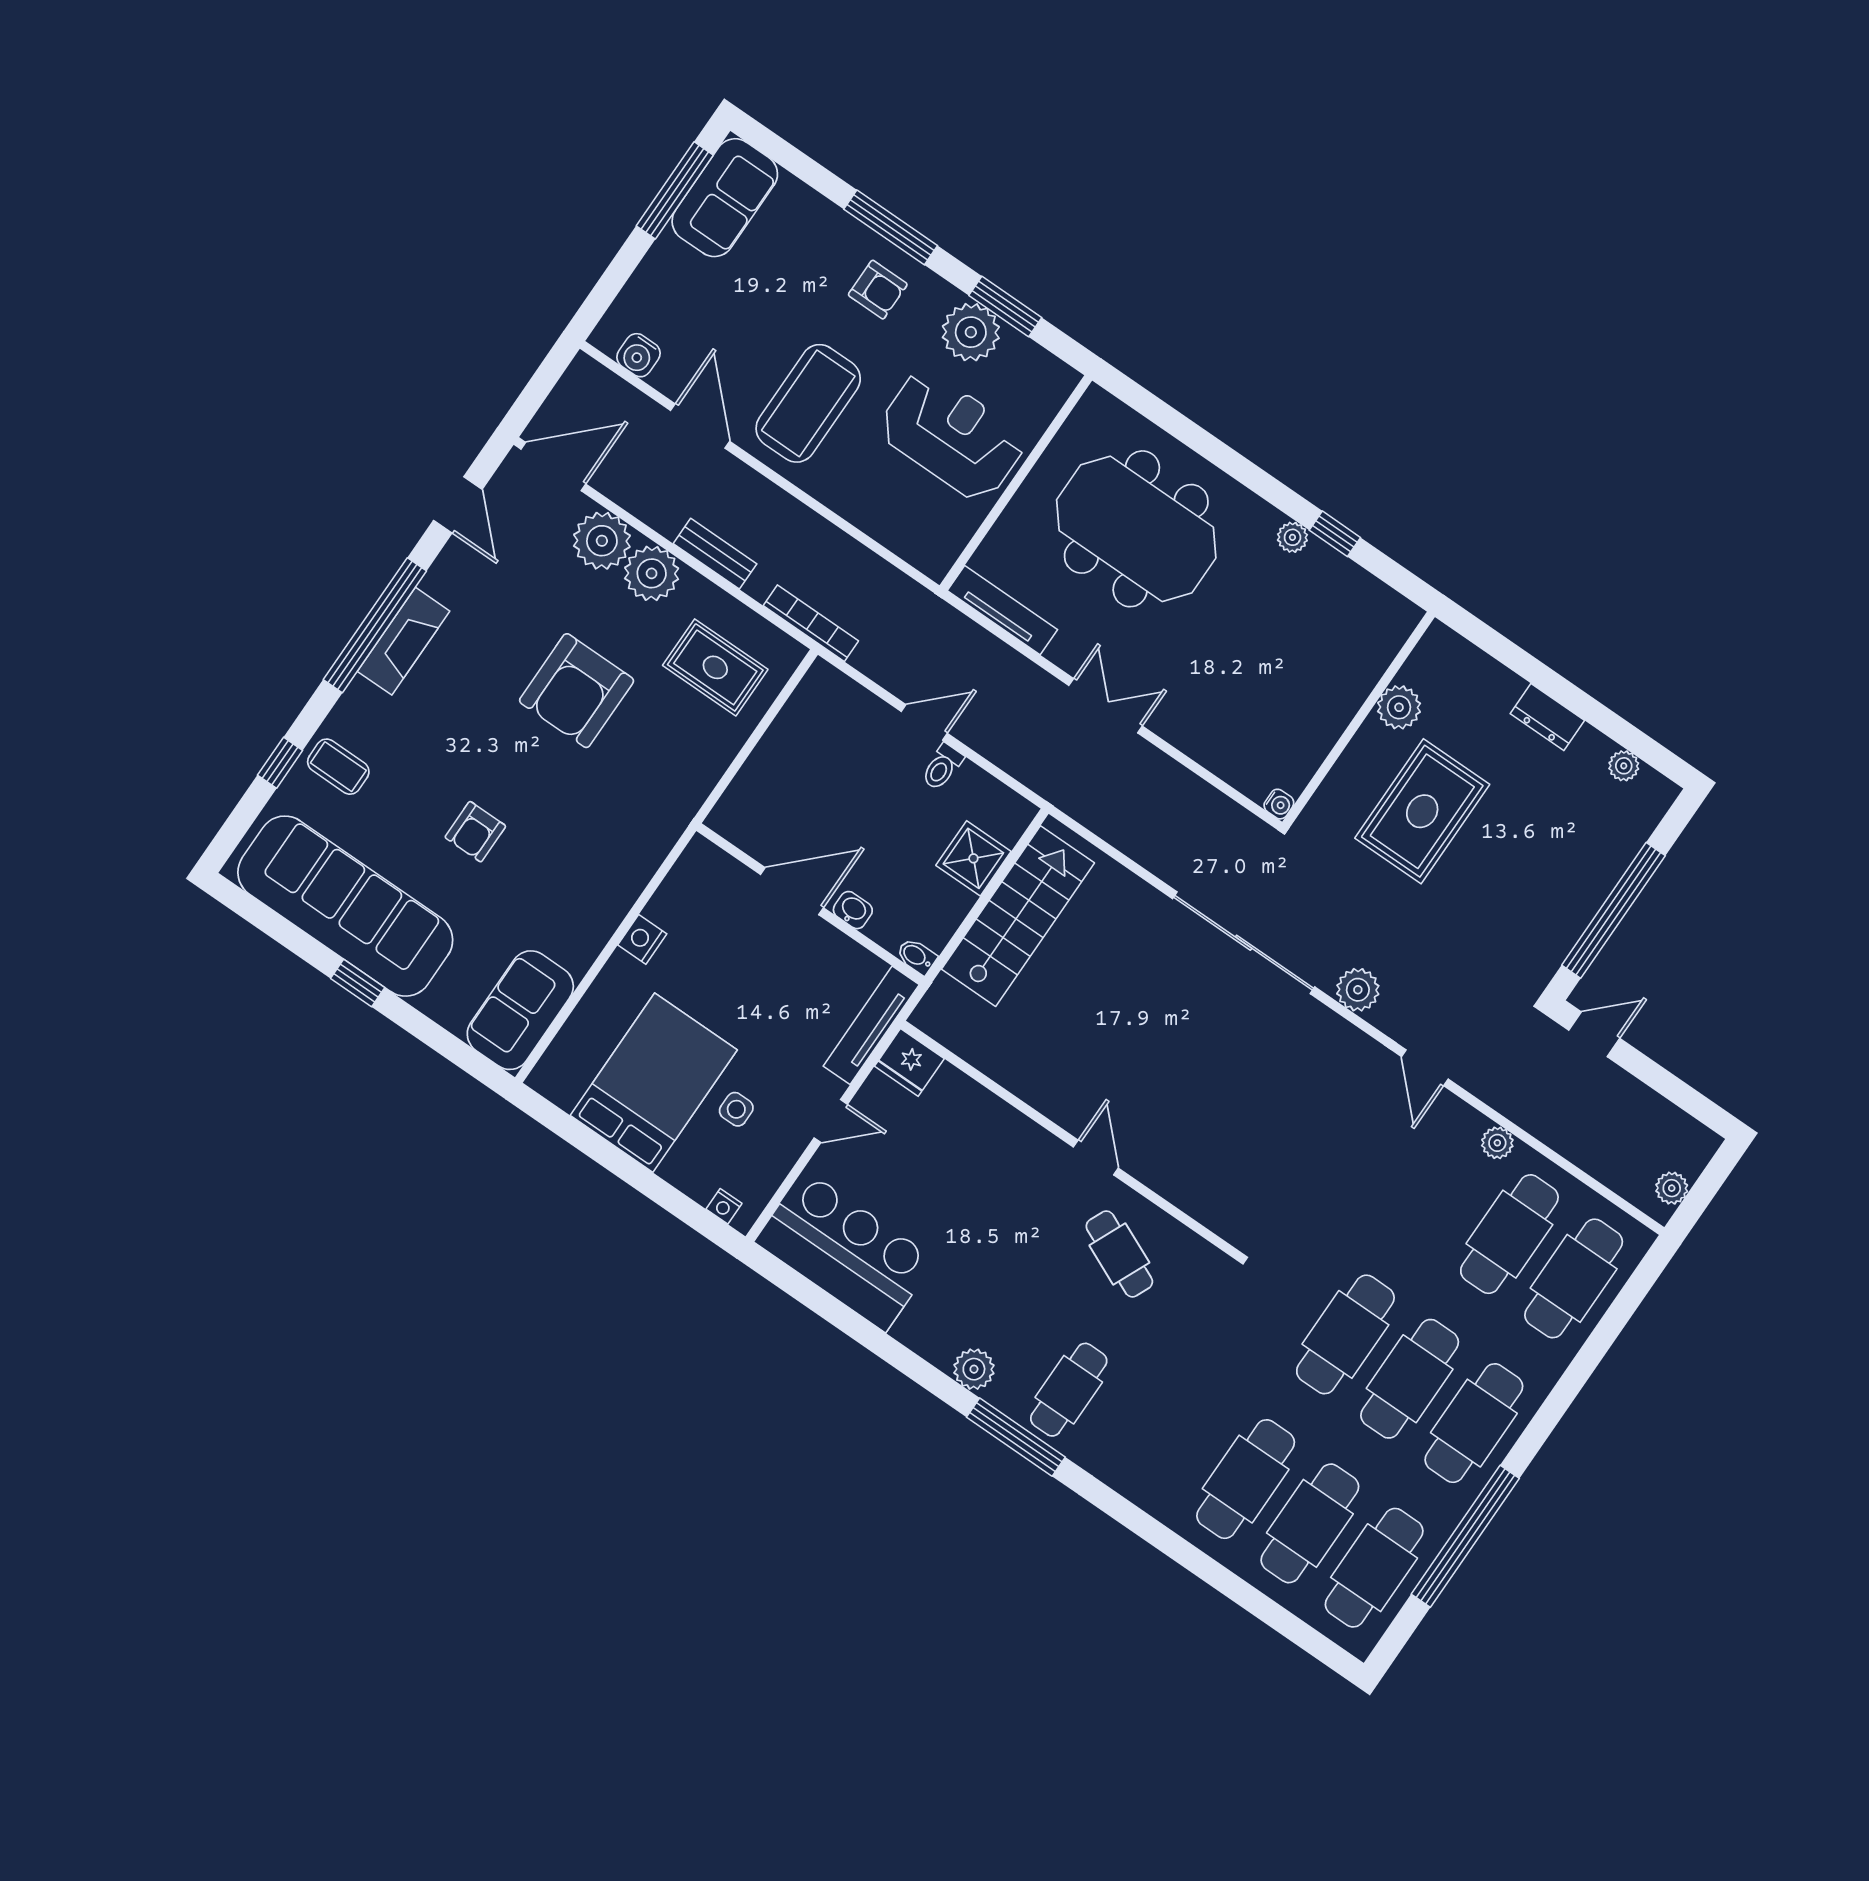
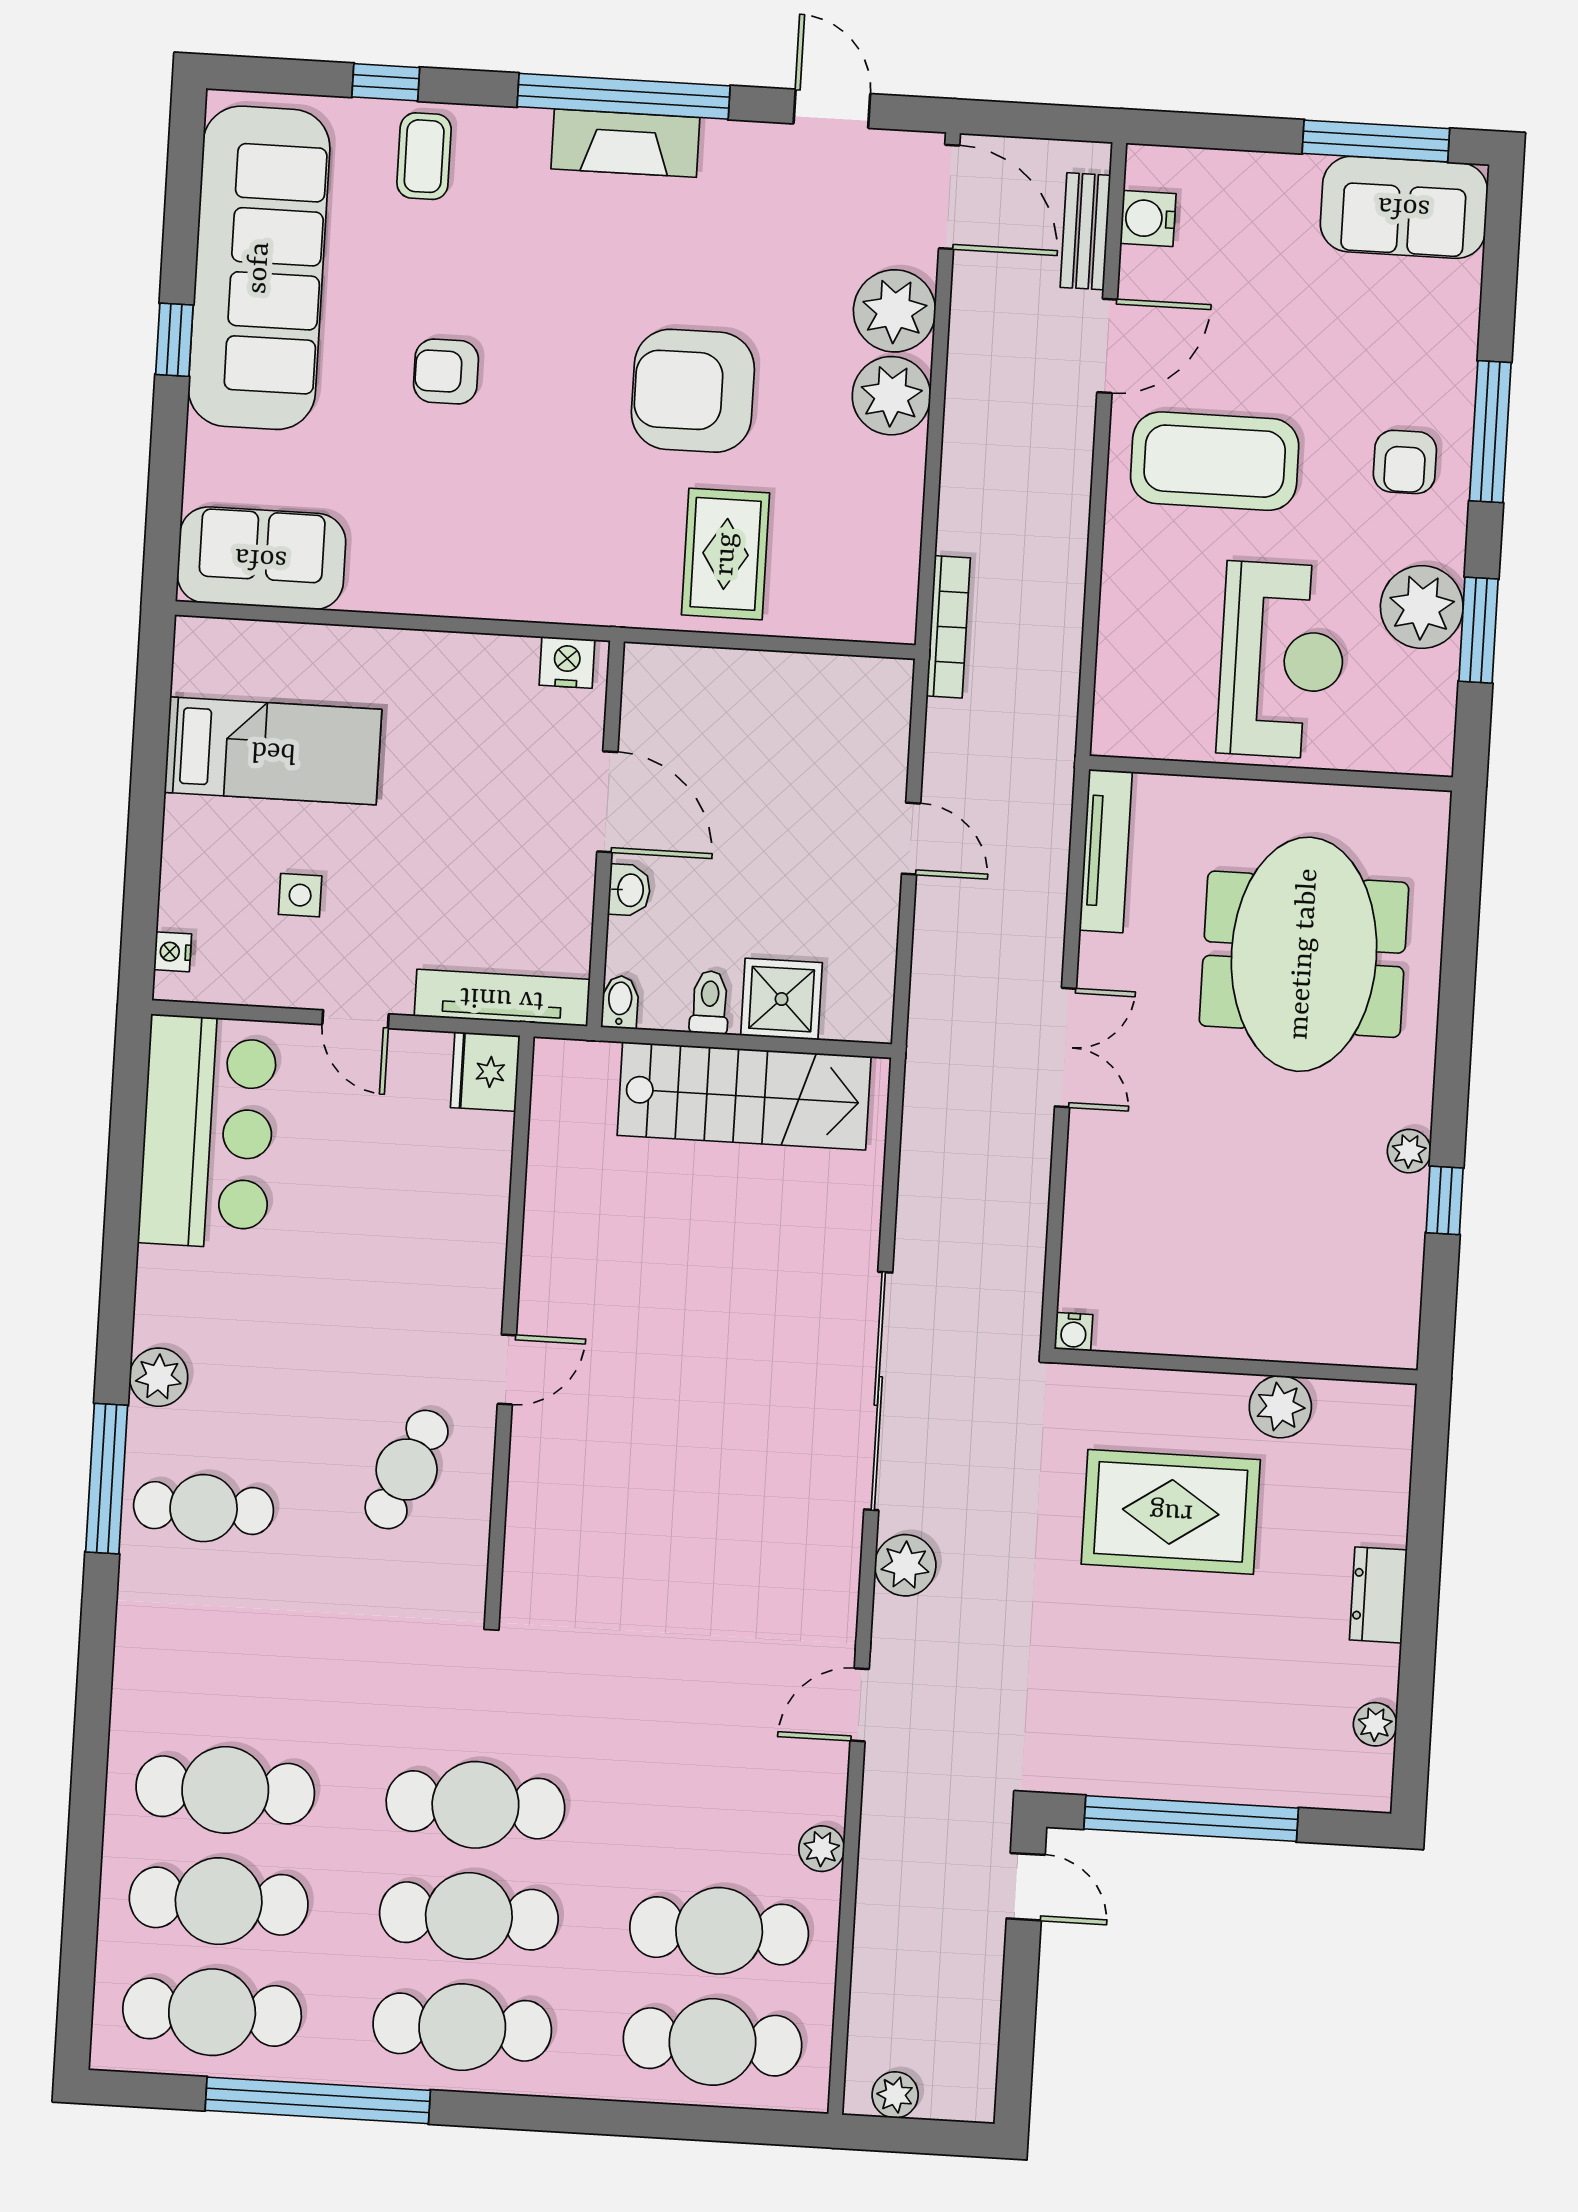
door: (458, 505) -> (832, 109), swing flipped
bench: (715, 554) -> (1085, 231), moved
rug: (715, 667) -> (726, 554), moved
toilet: (942, 767) -> (710, 1002), moved, turned 90
nightstand: (642, 939) -> (567, 662), moved
bed: (654, 1083) -> (273, 751), width x0.67

